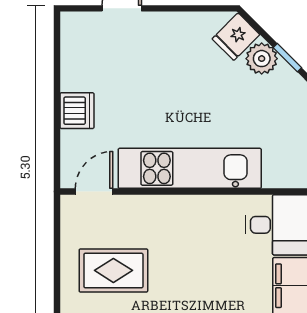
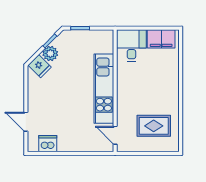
dishwasher: (77, 111) -> (48, 144), moved
rug: (113, 270) -> (154, 126), turned 90

